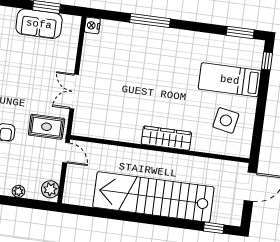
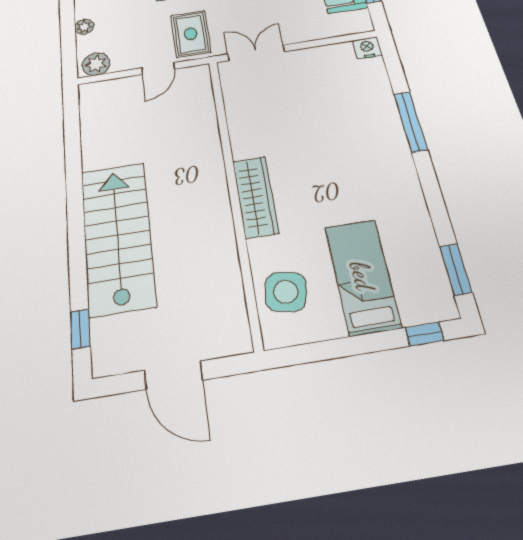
wardrobe: (166, 138) -> (255, 197), moved
wall: (160, 149) -> (233, 192), moved
stairs: (153, 197) -> (117, 237), width x0.73

